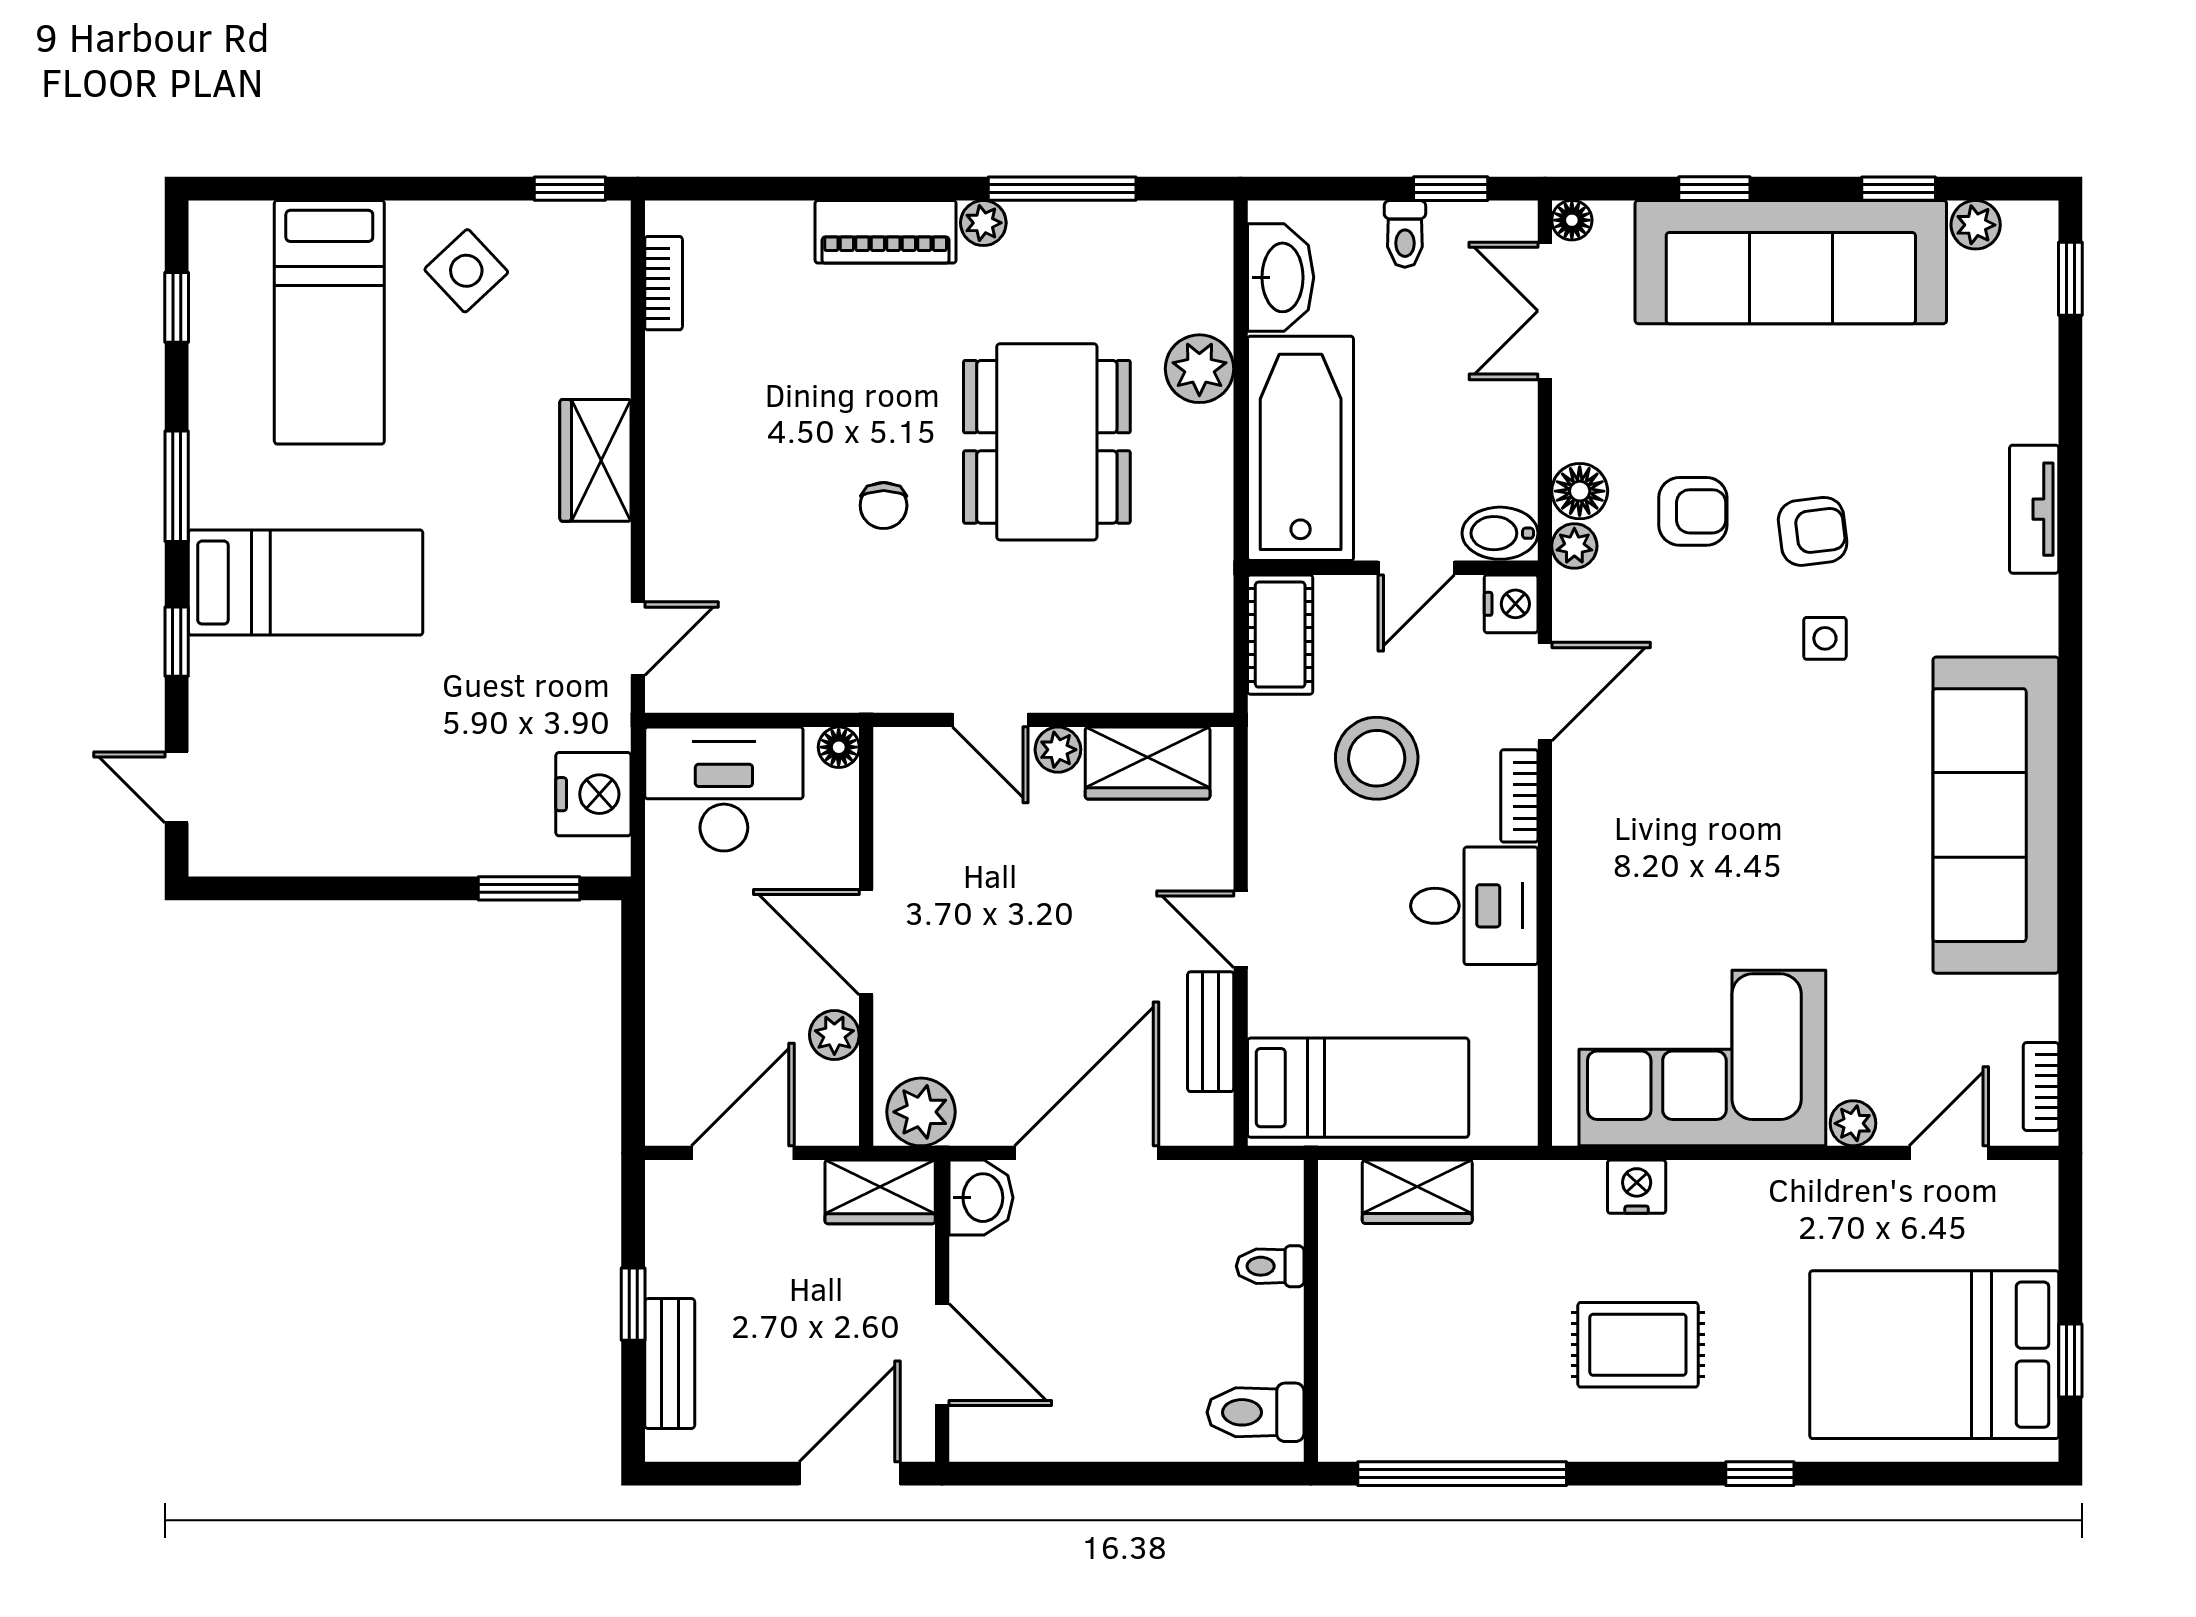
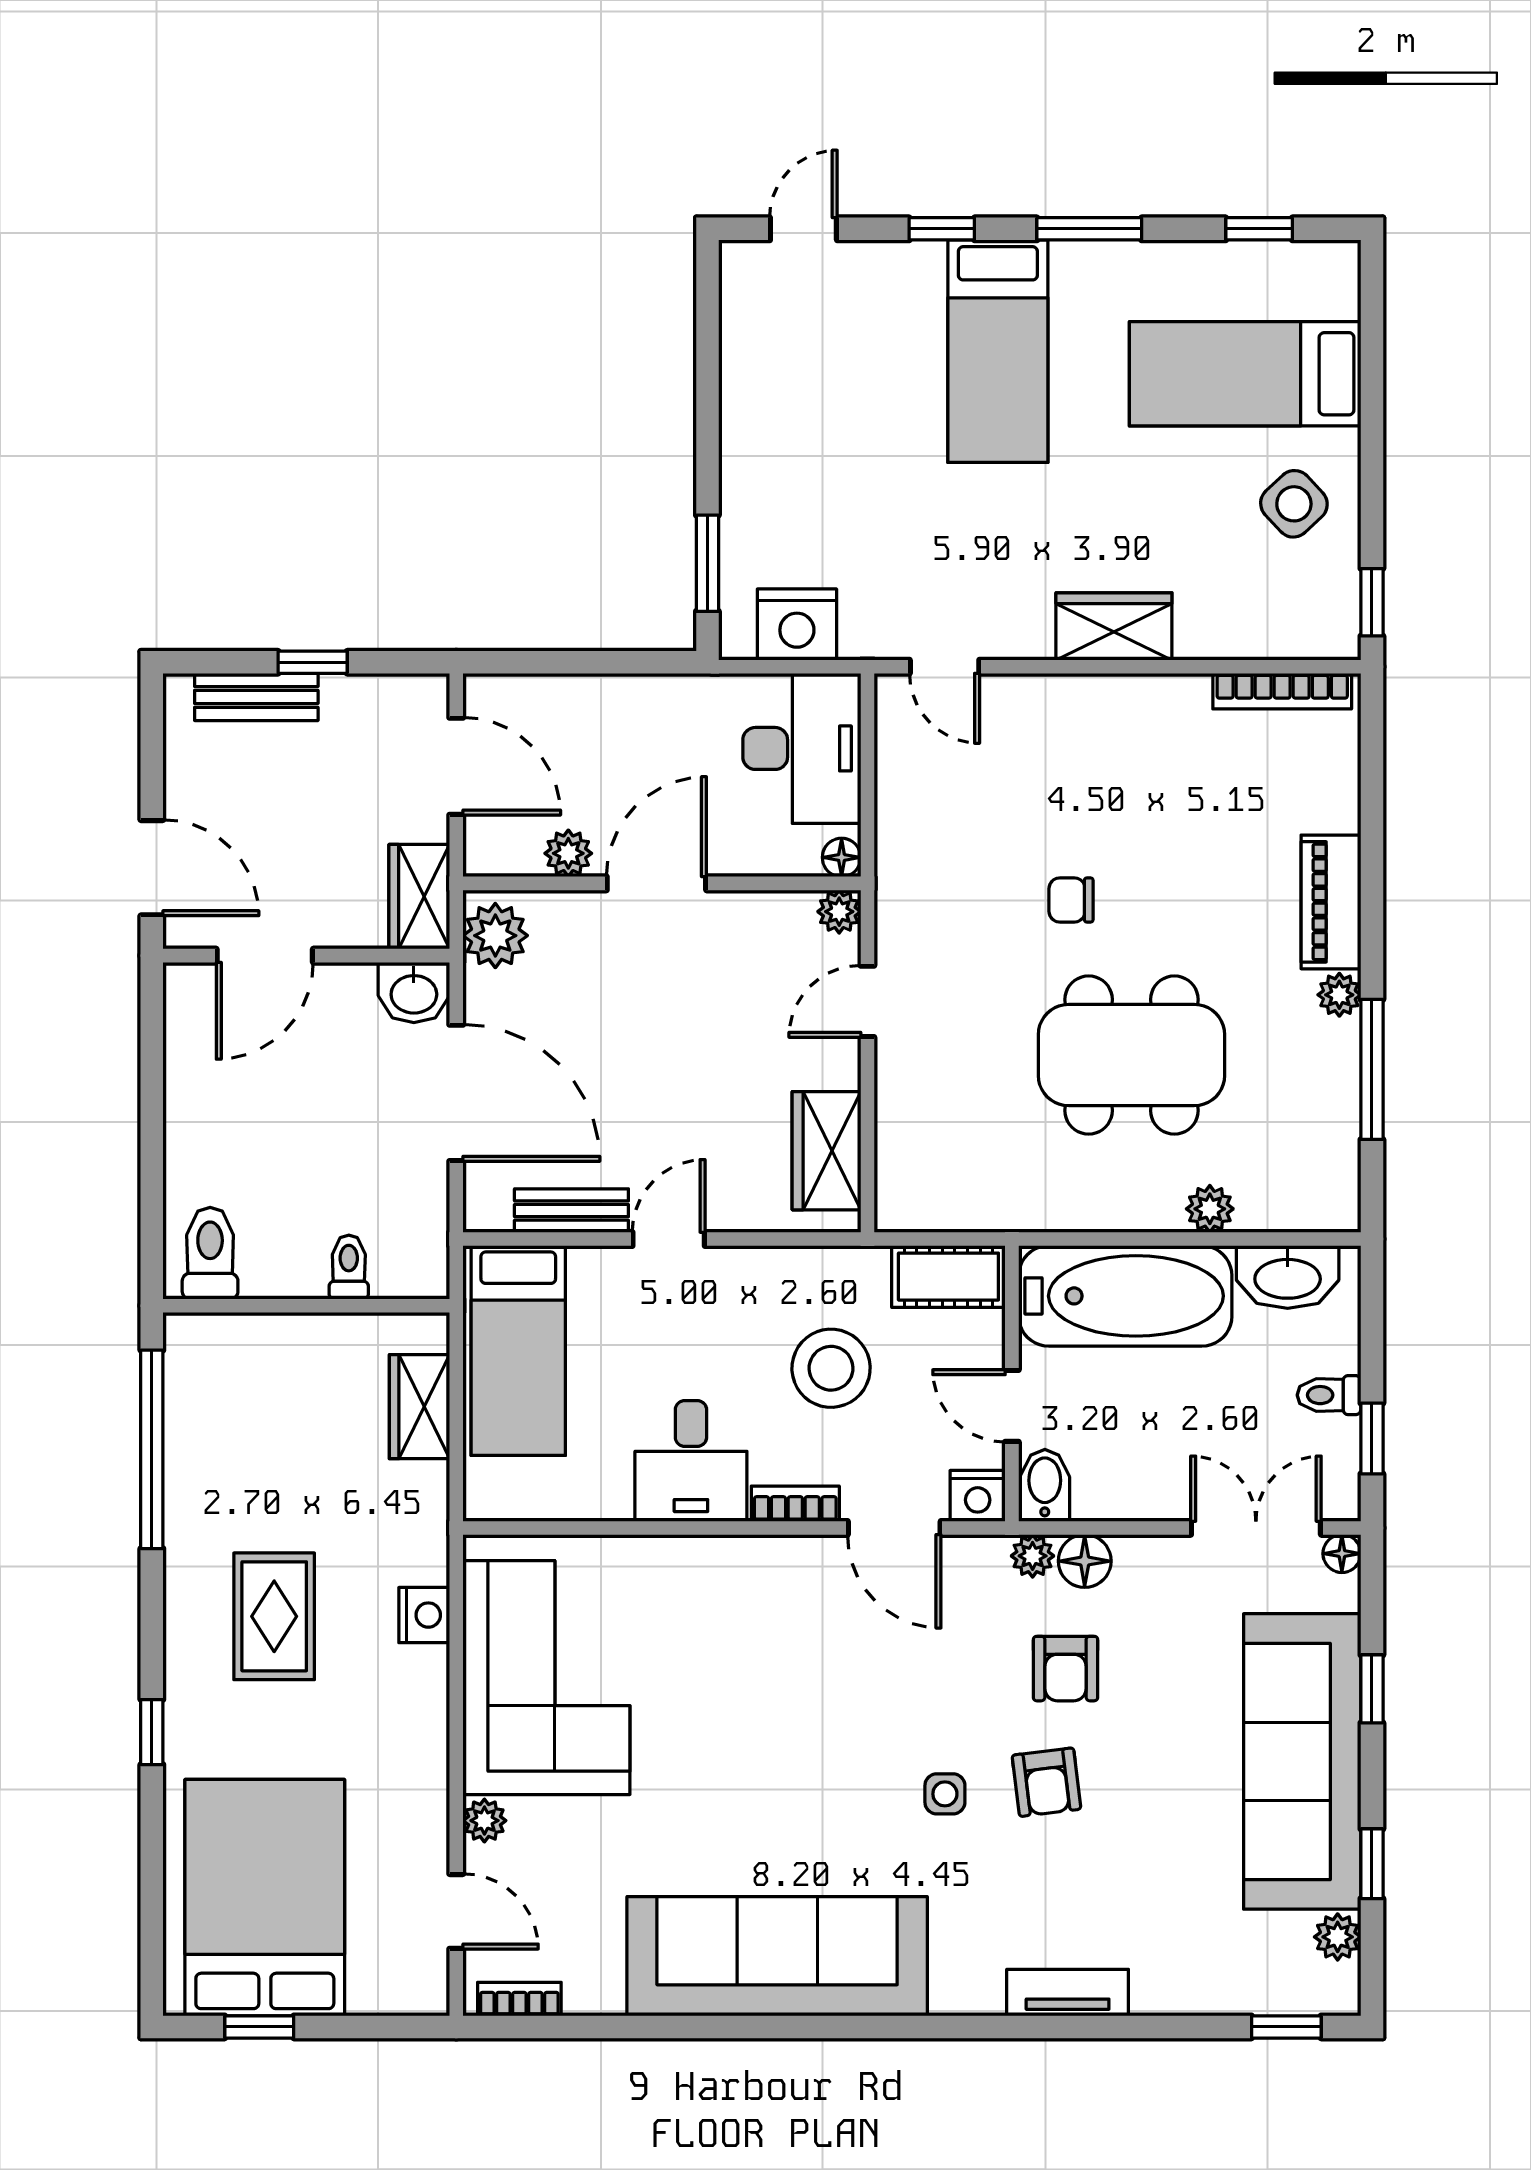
bookcase: (664, 283) -> (1282, 691), width x1.56
plant: (1199, 369) -> (1210, 1209), width x0.73, depth x0.73
plant: (1058, 750) -> (839, 912), moved

